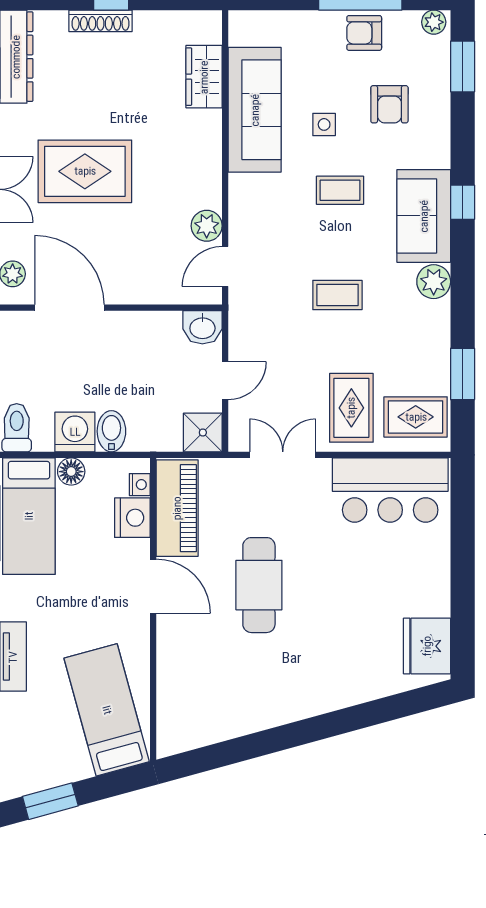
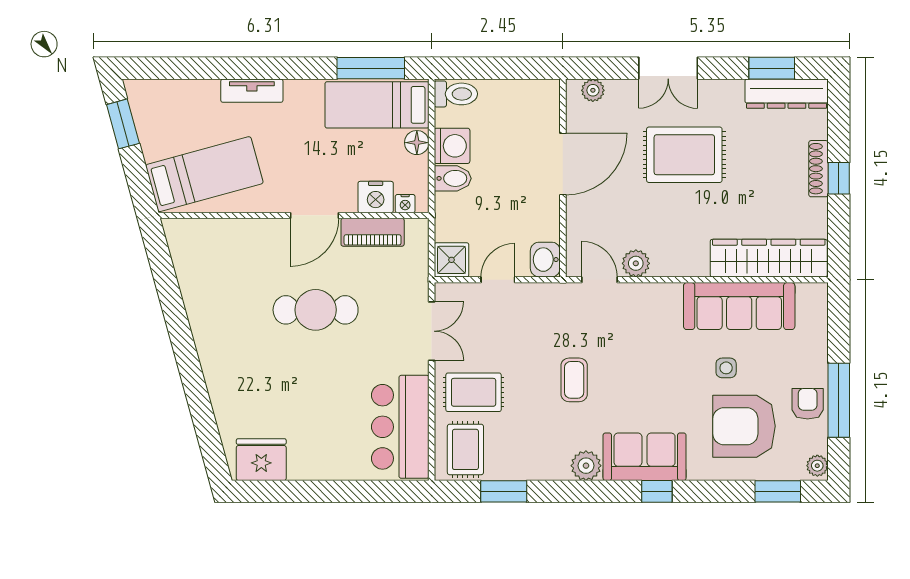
wardrobe: (204, 77) -> (769, 258), width x2.10, depth x1.17
armchair: (389, 104) -> (744, 426), width x1.88, depth x1.88
rug: (85, 171) -> (684, 155), turned 90
coffee table: (340, 190) -> (667, 382), removed
door: (70, 308) -> (563, 164), moved
door: (225, 381) -> (498, 280), swing flipped
piano: (177, 508) -> (373, 232), width x0.73, depth x0.75

